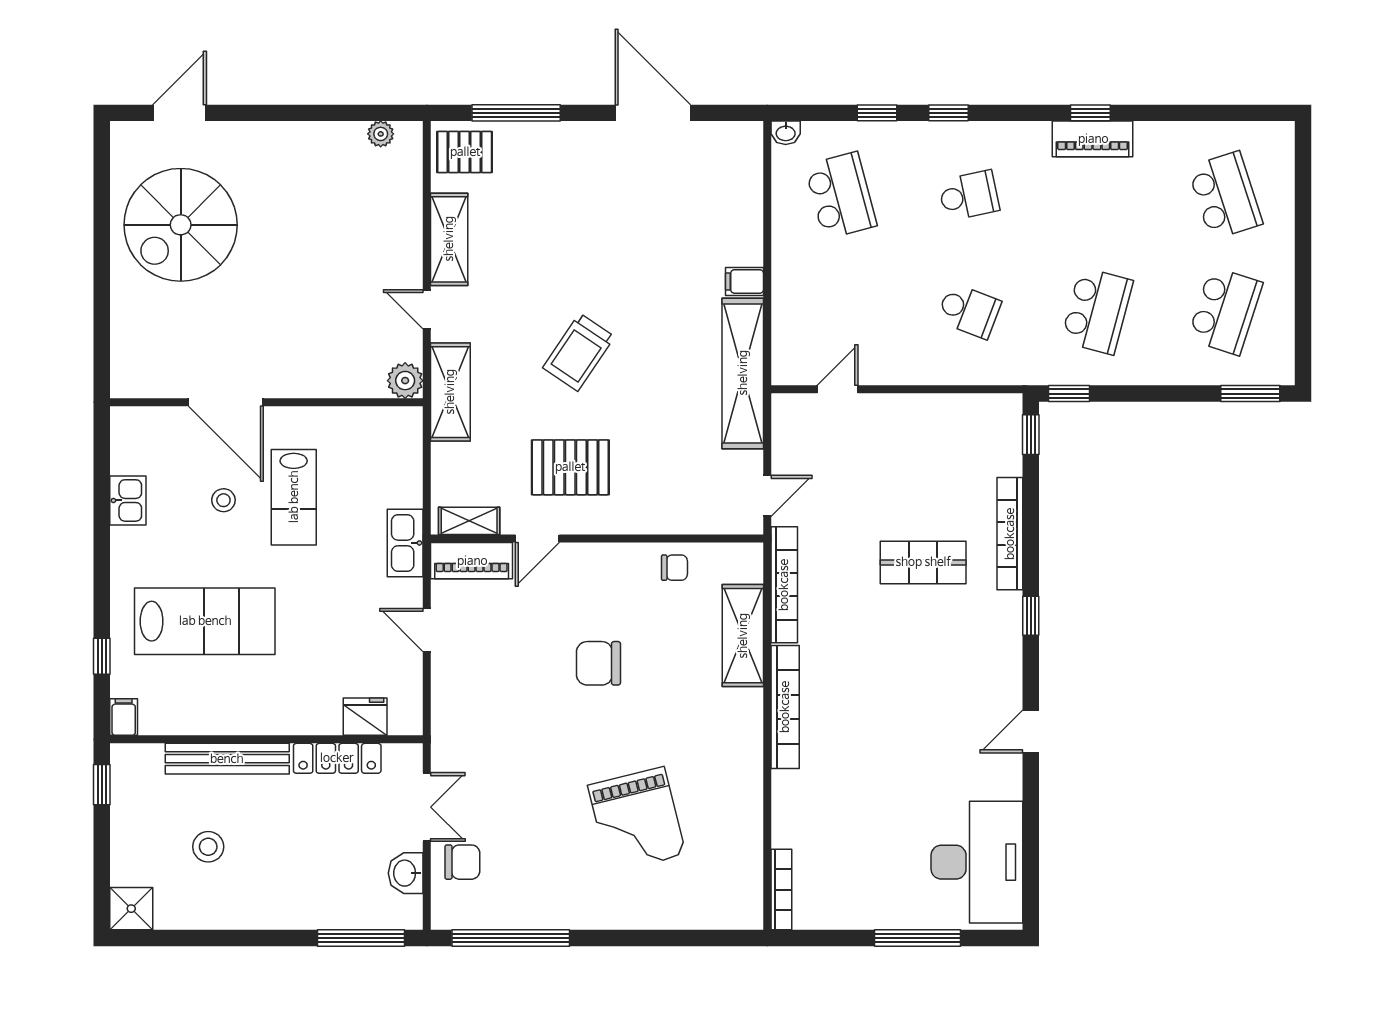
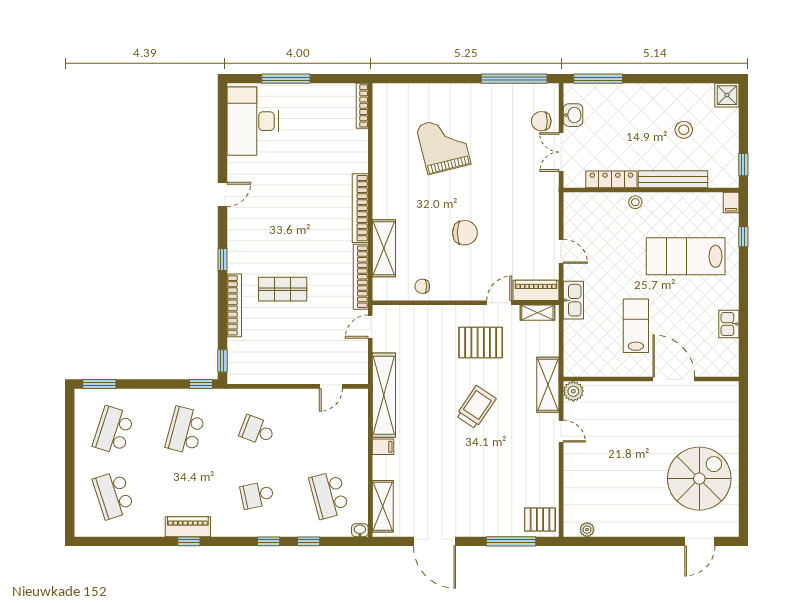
shelving: (449, 239) -> (383, 506), moved
stool: (223, 500) -> (635, 202), moved
fridge: (365, 717) -> (596, 203), removed

